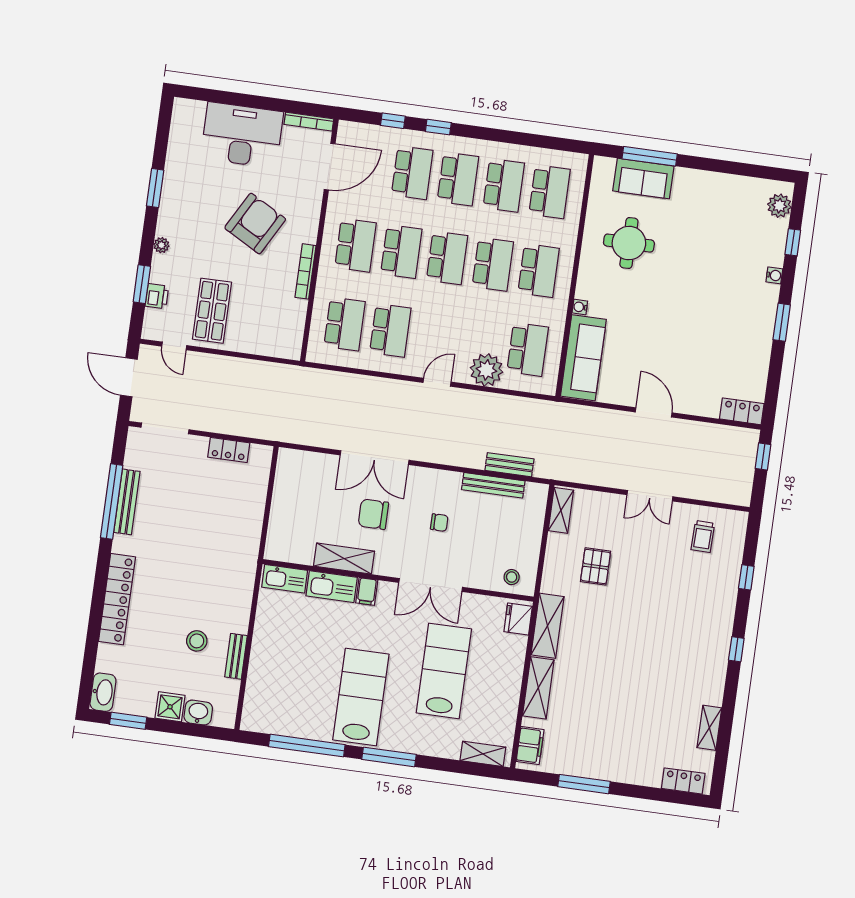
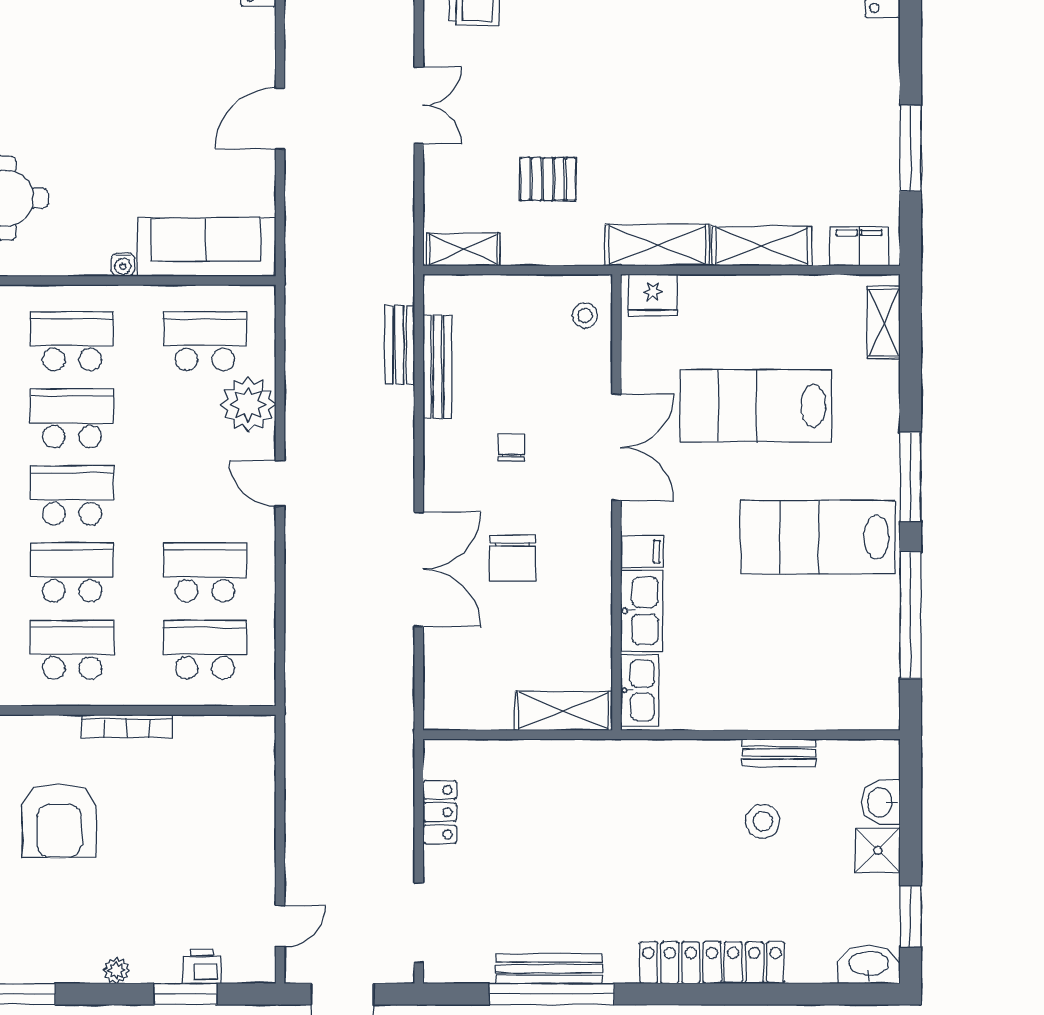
armchair: (255, 223) -> (59, 820), turned -119
shop shelf: (212, 311) -> (213, 872), removed
shelving: (344, 559) -> (564, 711), moved, turned 90

